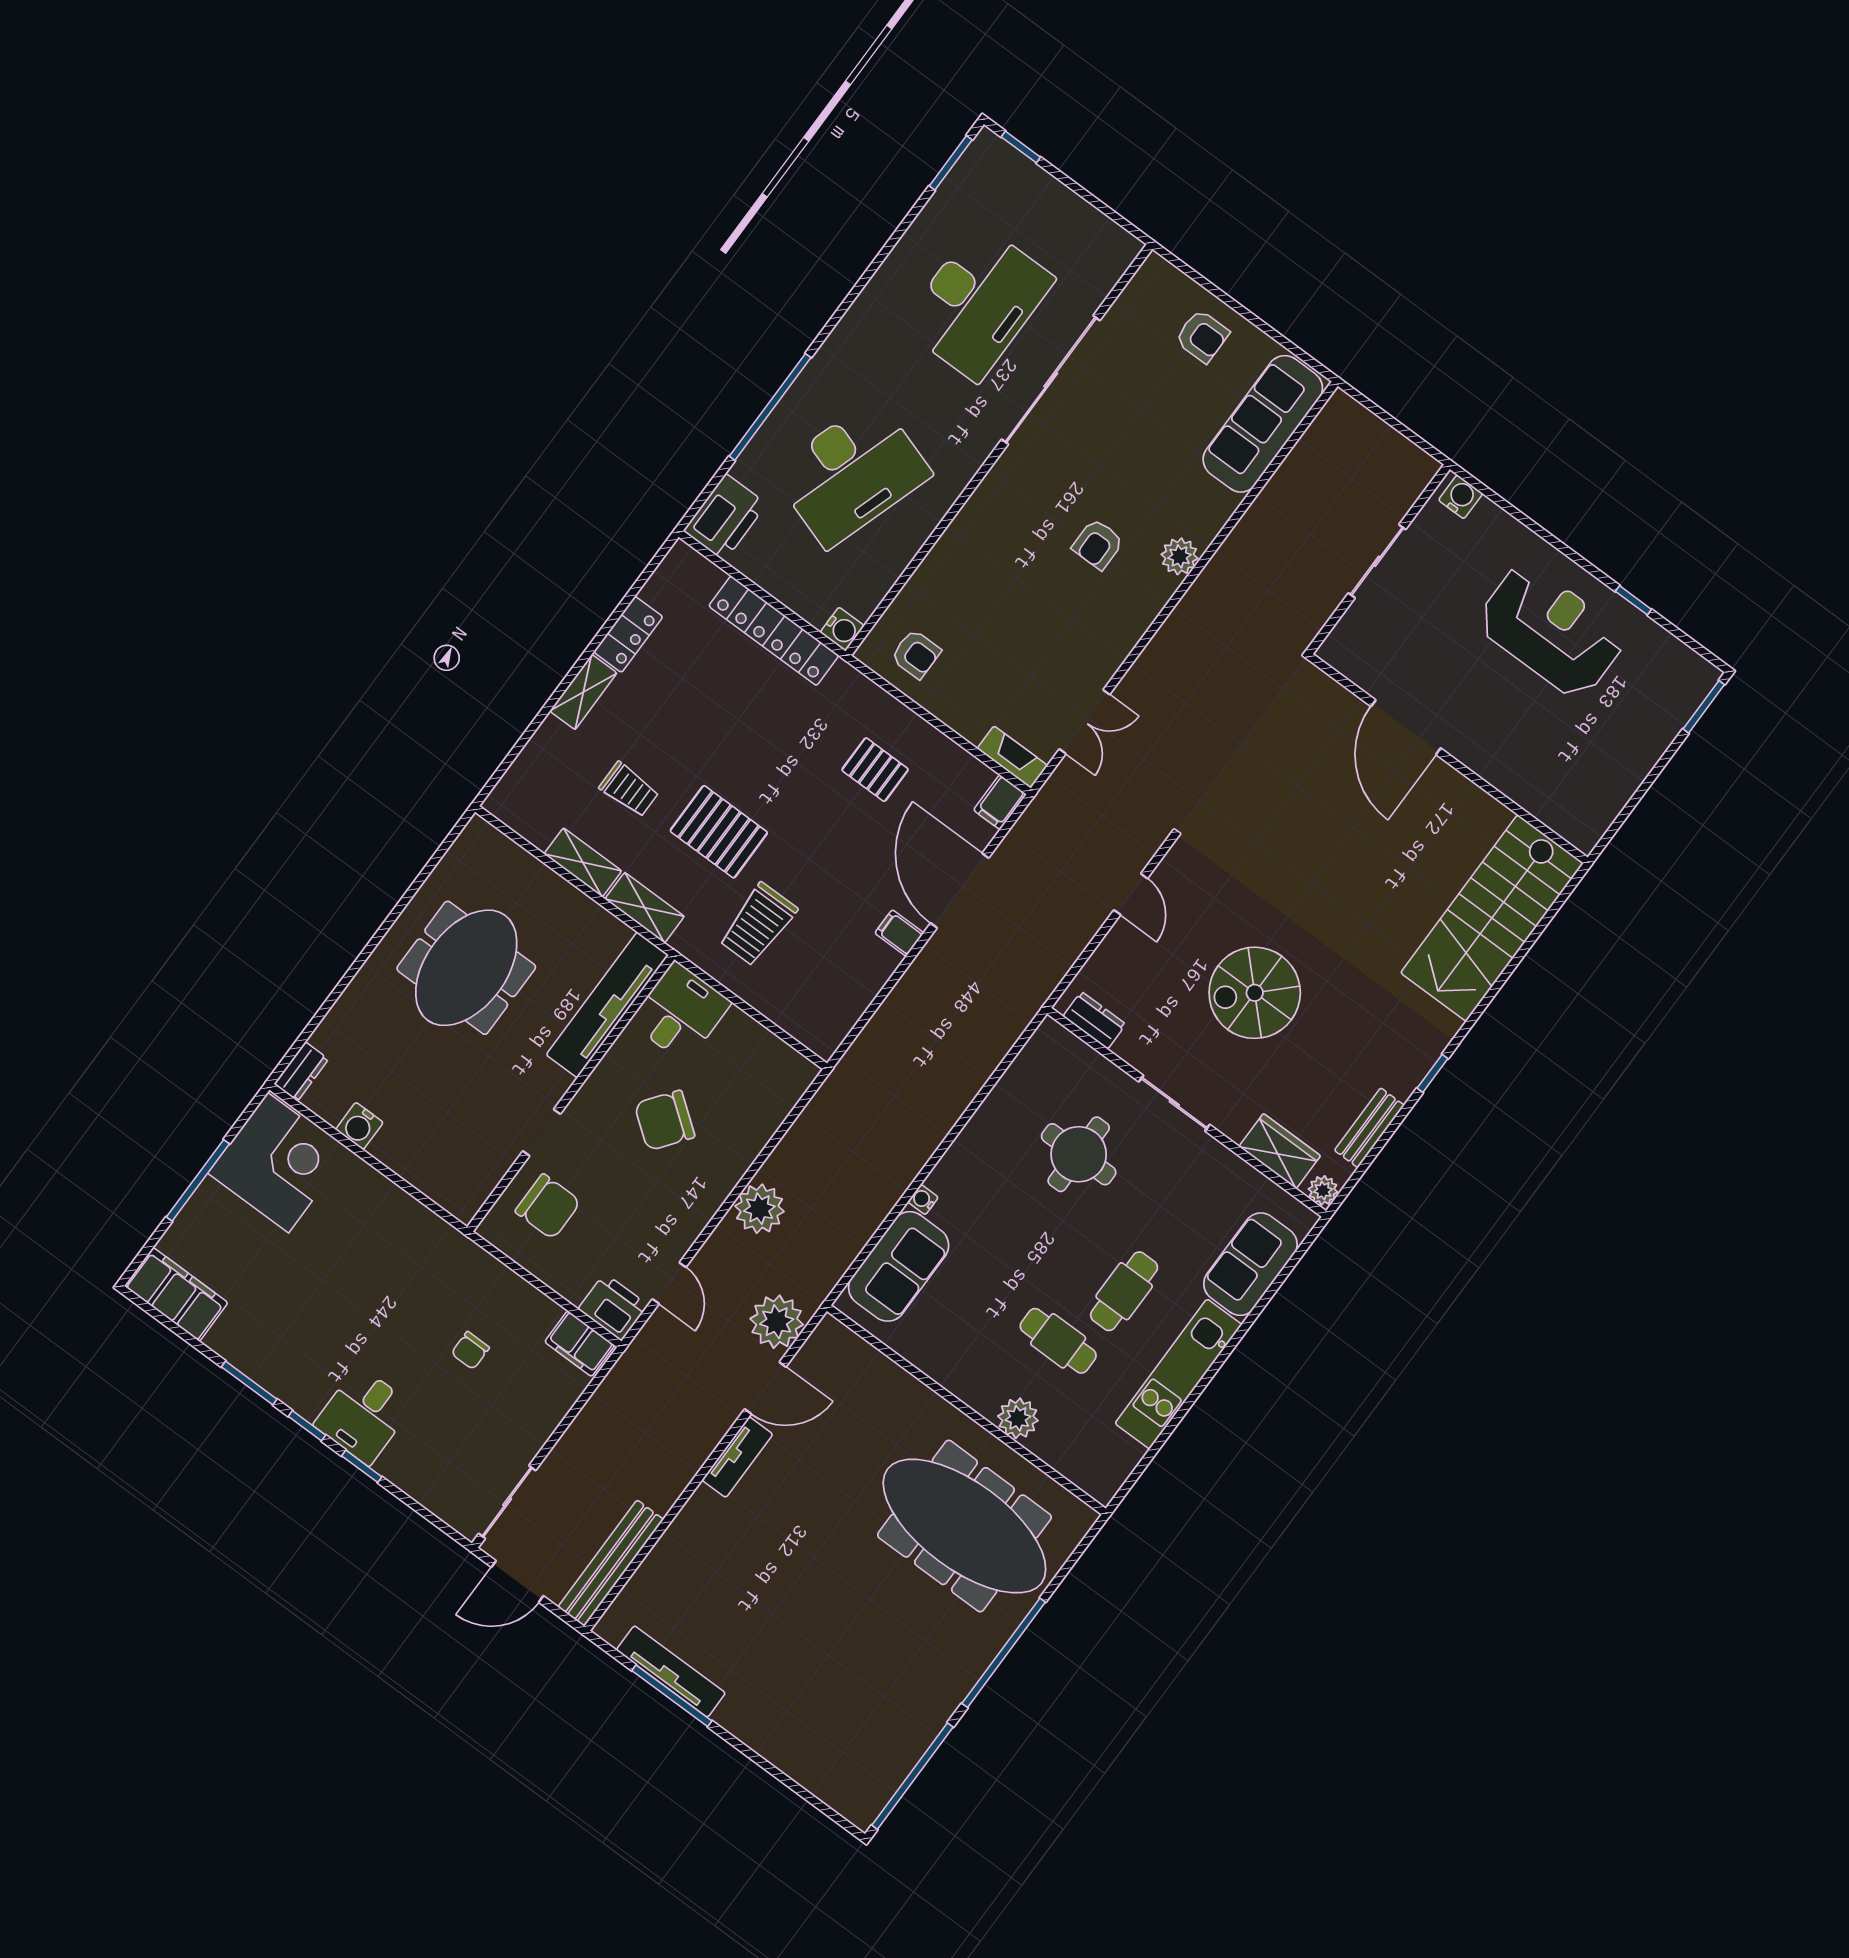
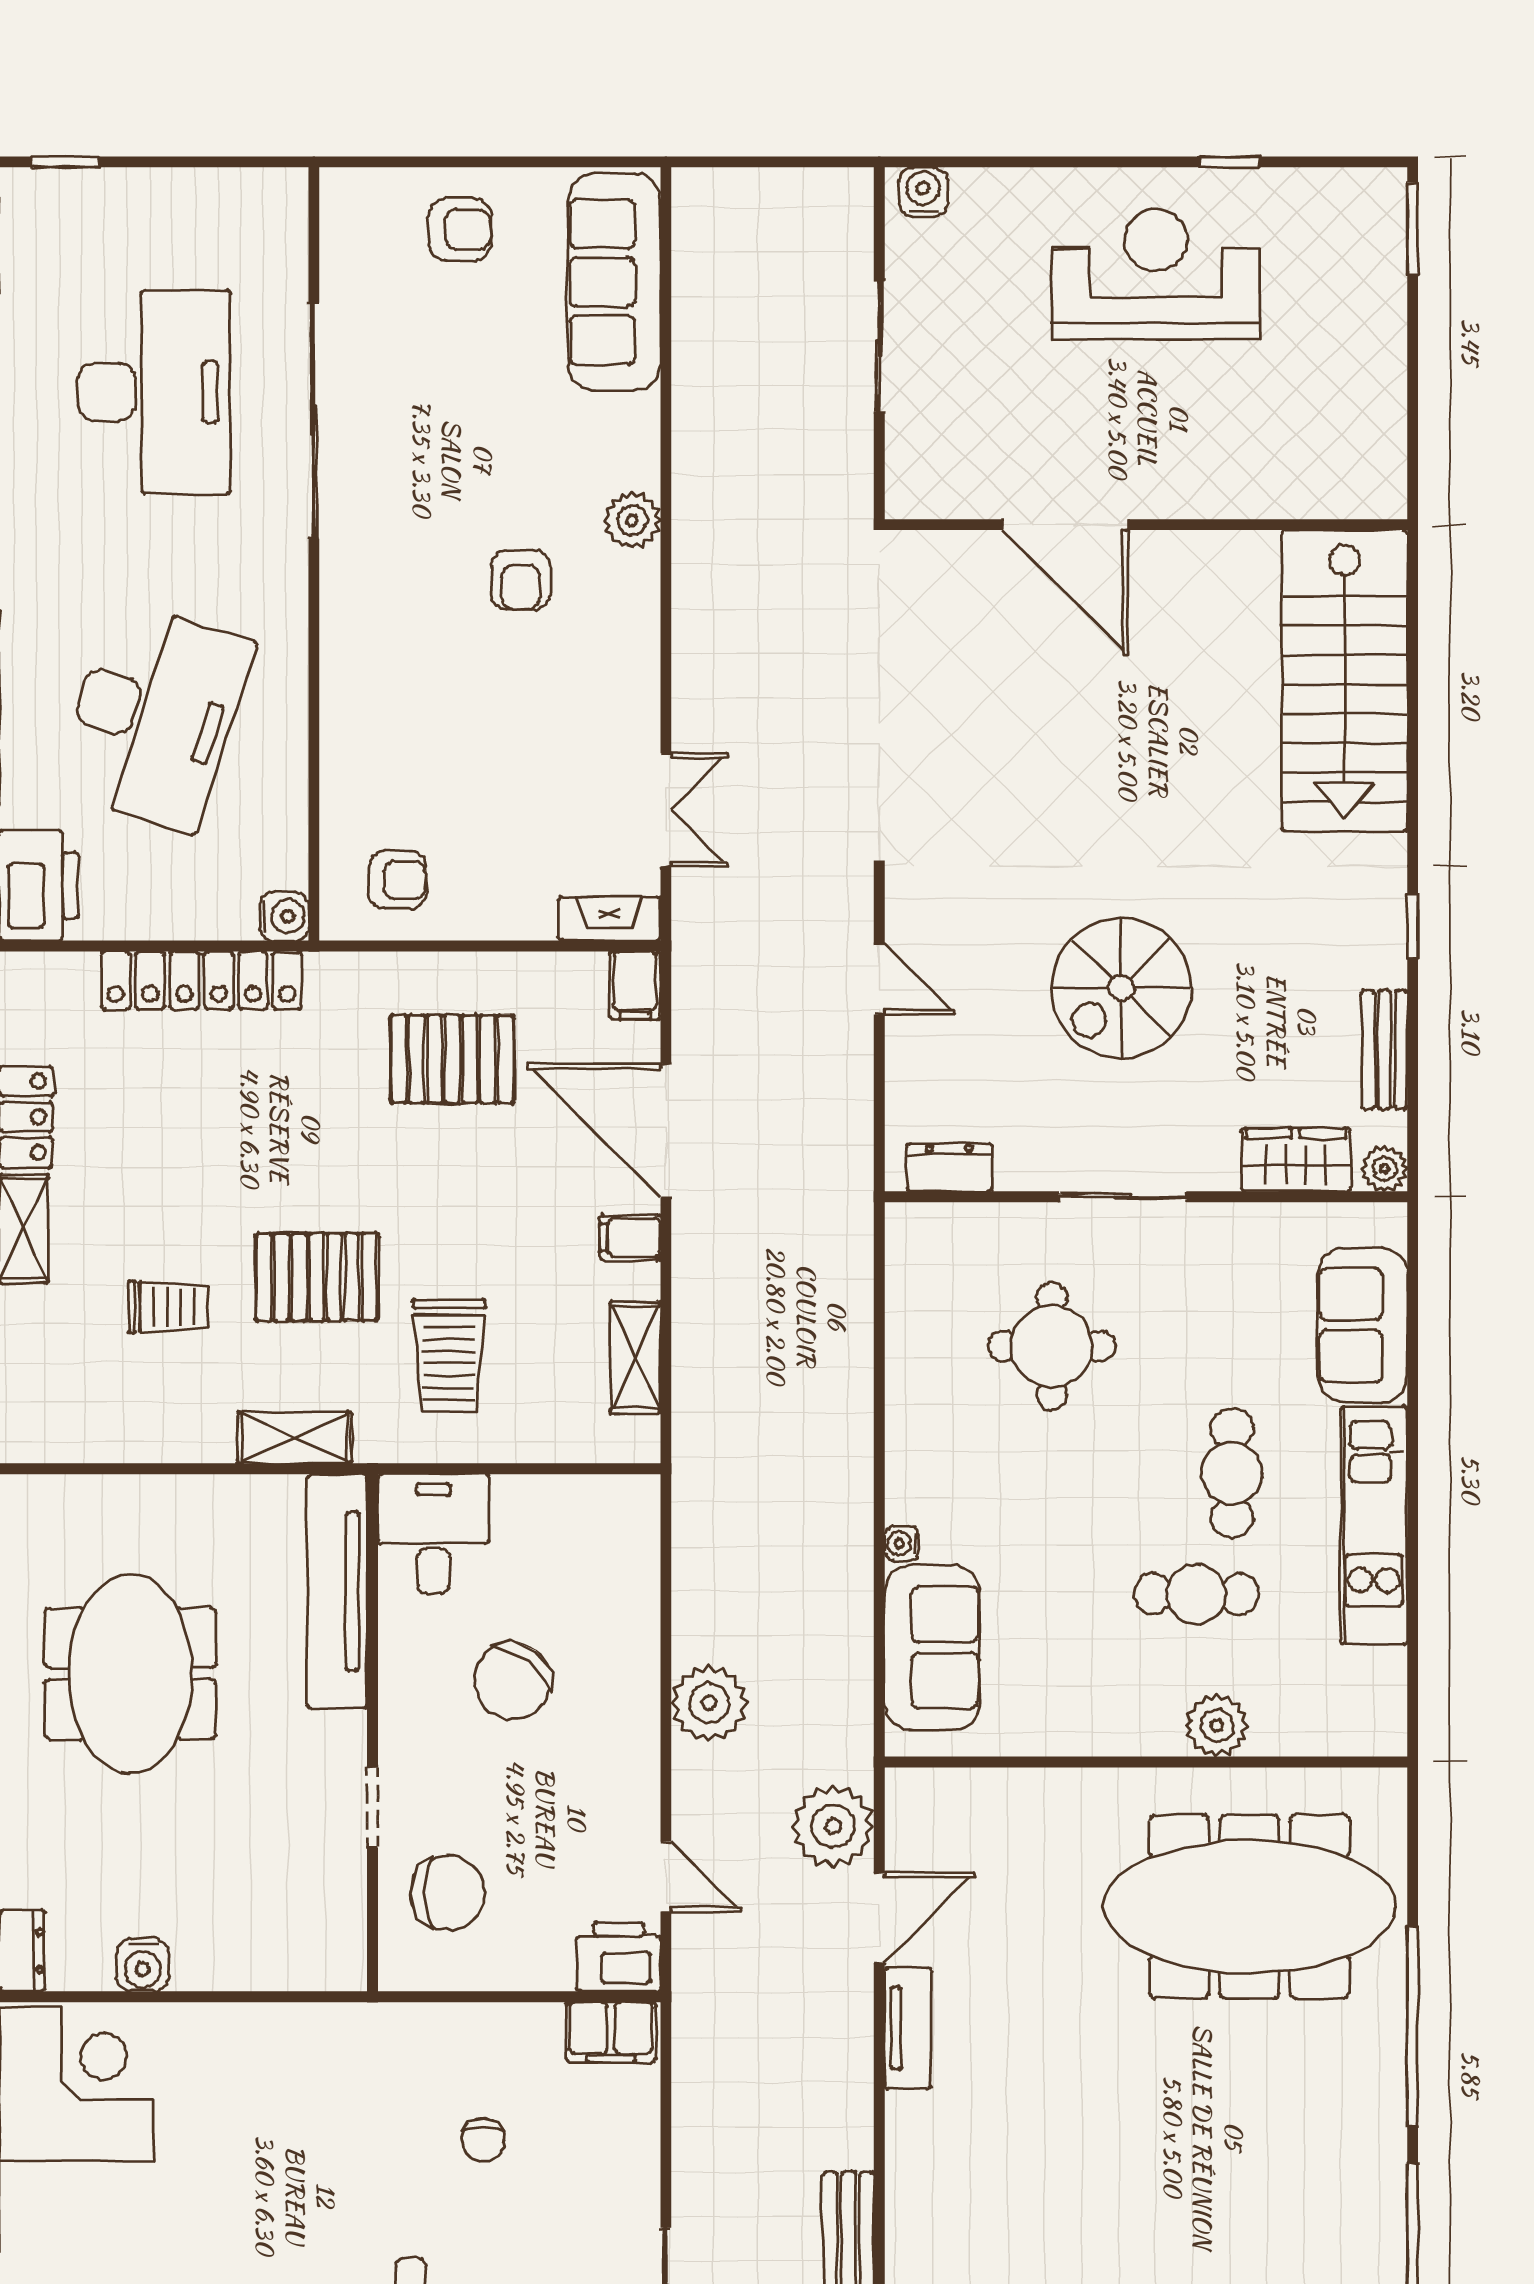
pallet: (875, 770) -> (452, 1059), width x1.50, depth x1.42
shelving: (583, 862) -> (635, 1358), moved, turned 90

